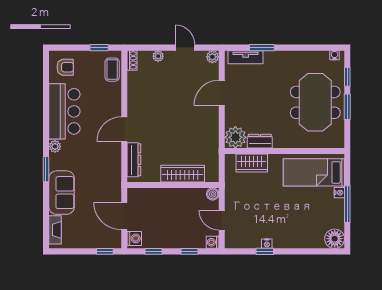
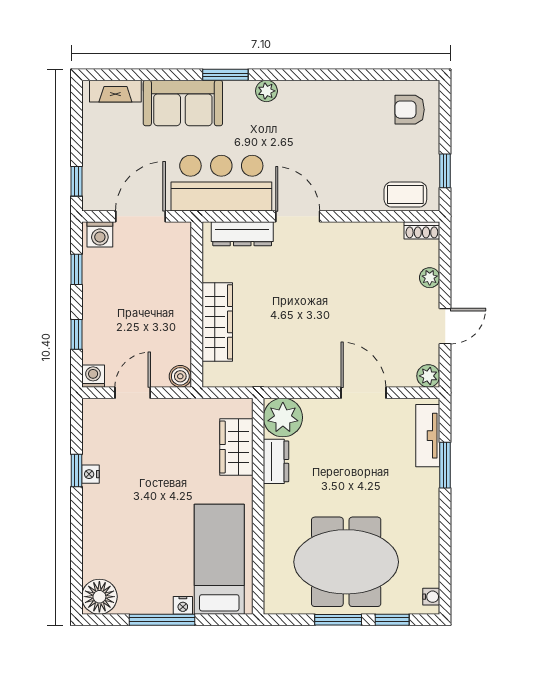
armchair: (65, 67) -> (410, 110), turned 90
bar counter: (64, 111) -> (221, 183), moved, turned 180

